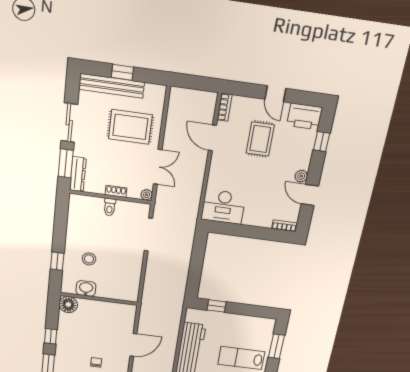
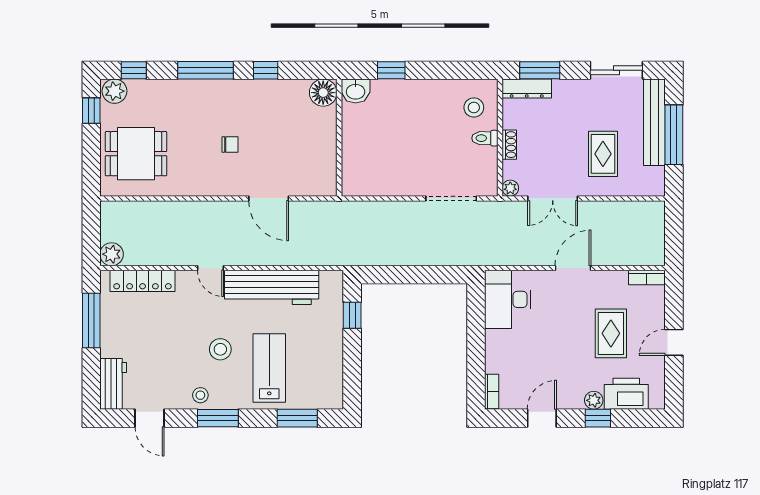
window: (122, 72) -> (674, 135), width x2.17
printer: (304, 116) -> (626, 394), moved, turned 90
sliding door: (69, 123) -> (616, 70), moved
rug: (130, 127) -> (603, 154), width x0.73, depth x0.70
door: (212, 138) -> (573, 268), moved
rug: (260, 139) -> (611, 333), turned 90
window: (322, 142) -> (598, 418), moved
plant: (301, 176) -> (594, 400), moved
stool: (89, 259) -> (474, 107), moved
washbasin: (86, 288) -> (356, 91), moved, turned 90

